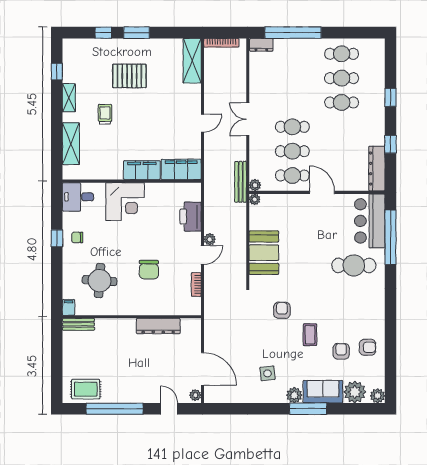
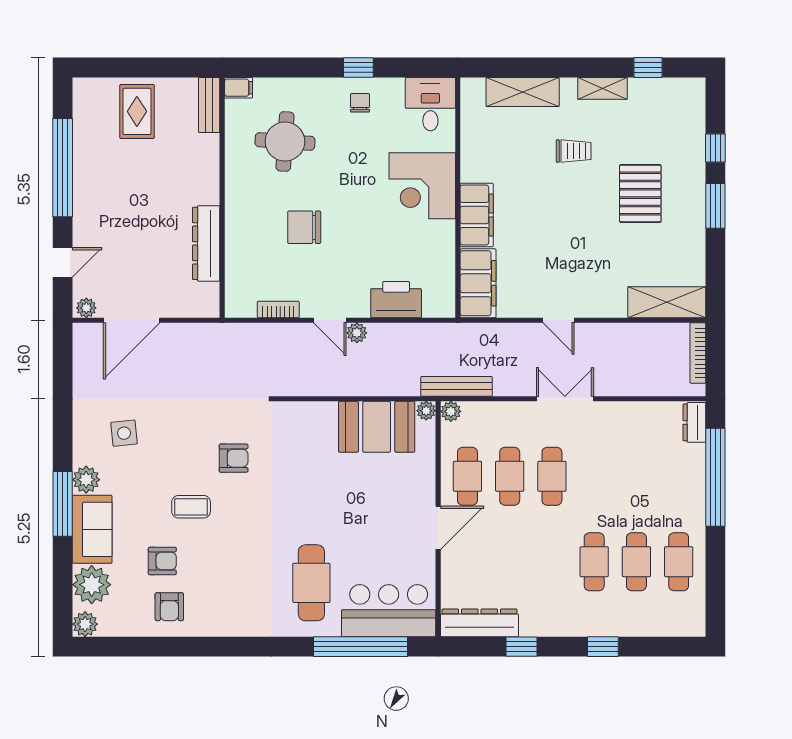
booth: (264, 253) -> (377, 427), moved
rug: (86, 389) -> (137, 111), moved

